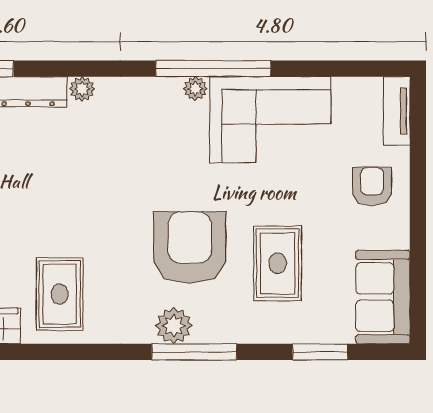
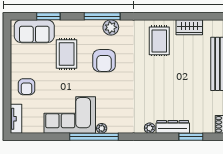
armchair: (190, 248) -> (104, 61), width x0.73, depth x0.73
sofa: (383, 297) -> (34, 31), moved, turned 90

